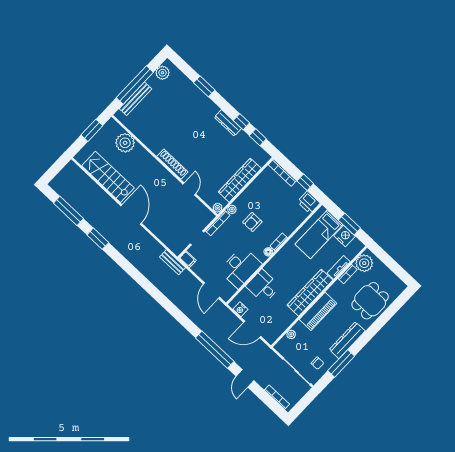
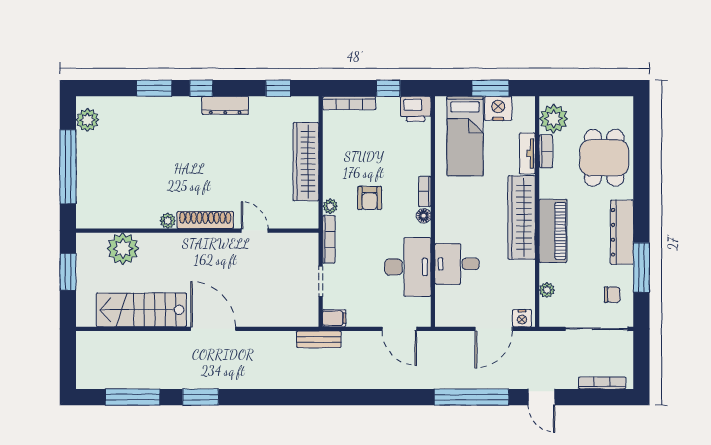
bench: (136, 99) -> (85, 183), removed
window: (241, 122) -> (201, 88), moved
plant: (218, 208) -> (168, 221), moved
nightstand: (240, 309) -> (522, 318), moved

